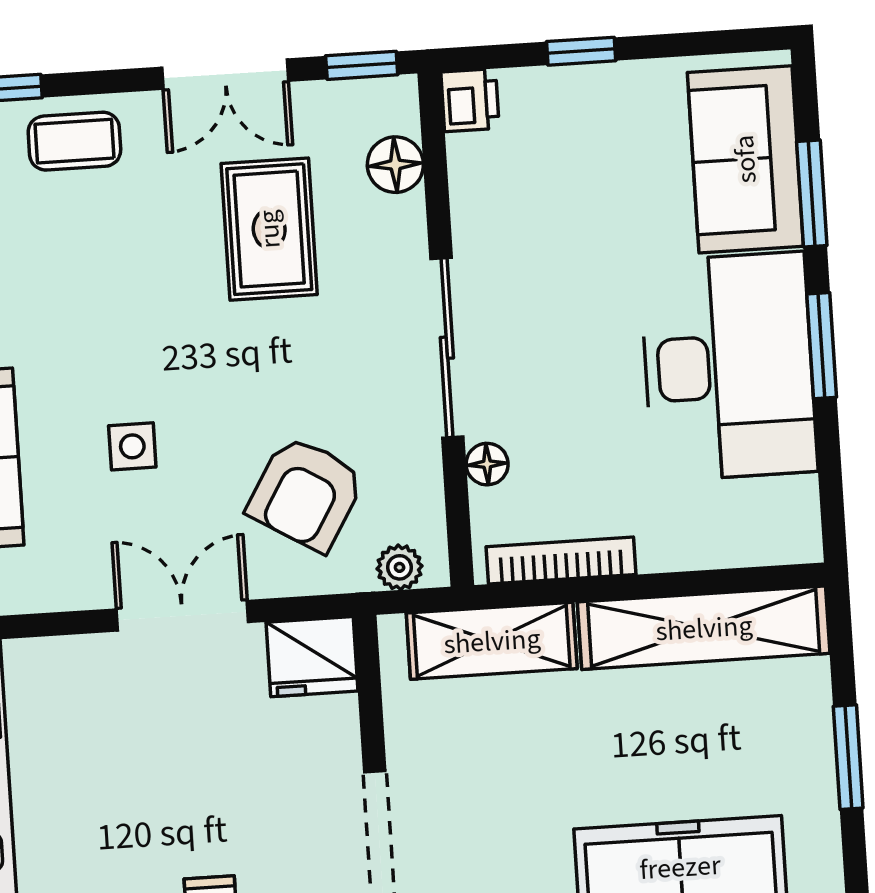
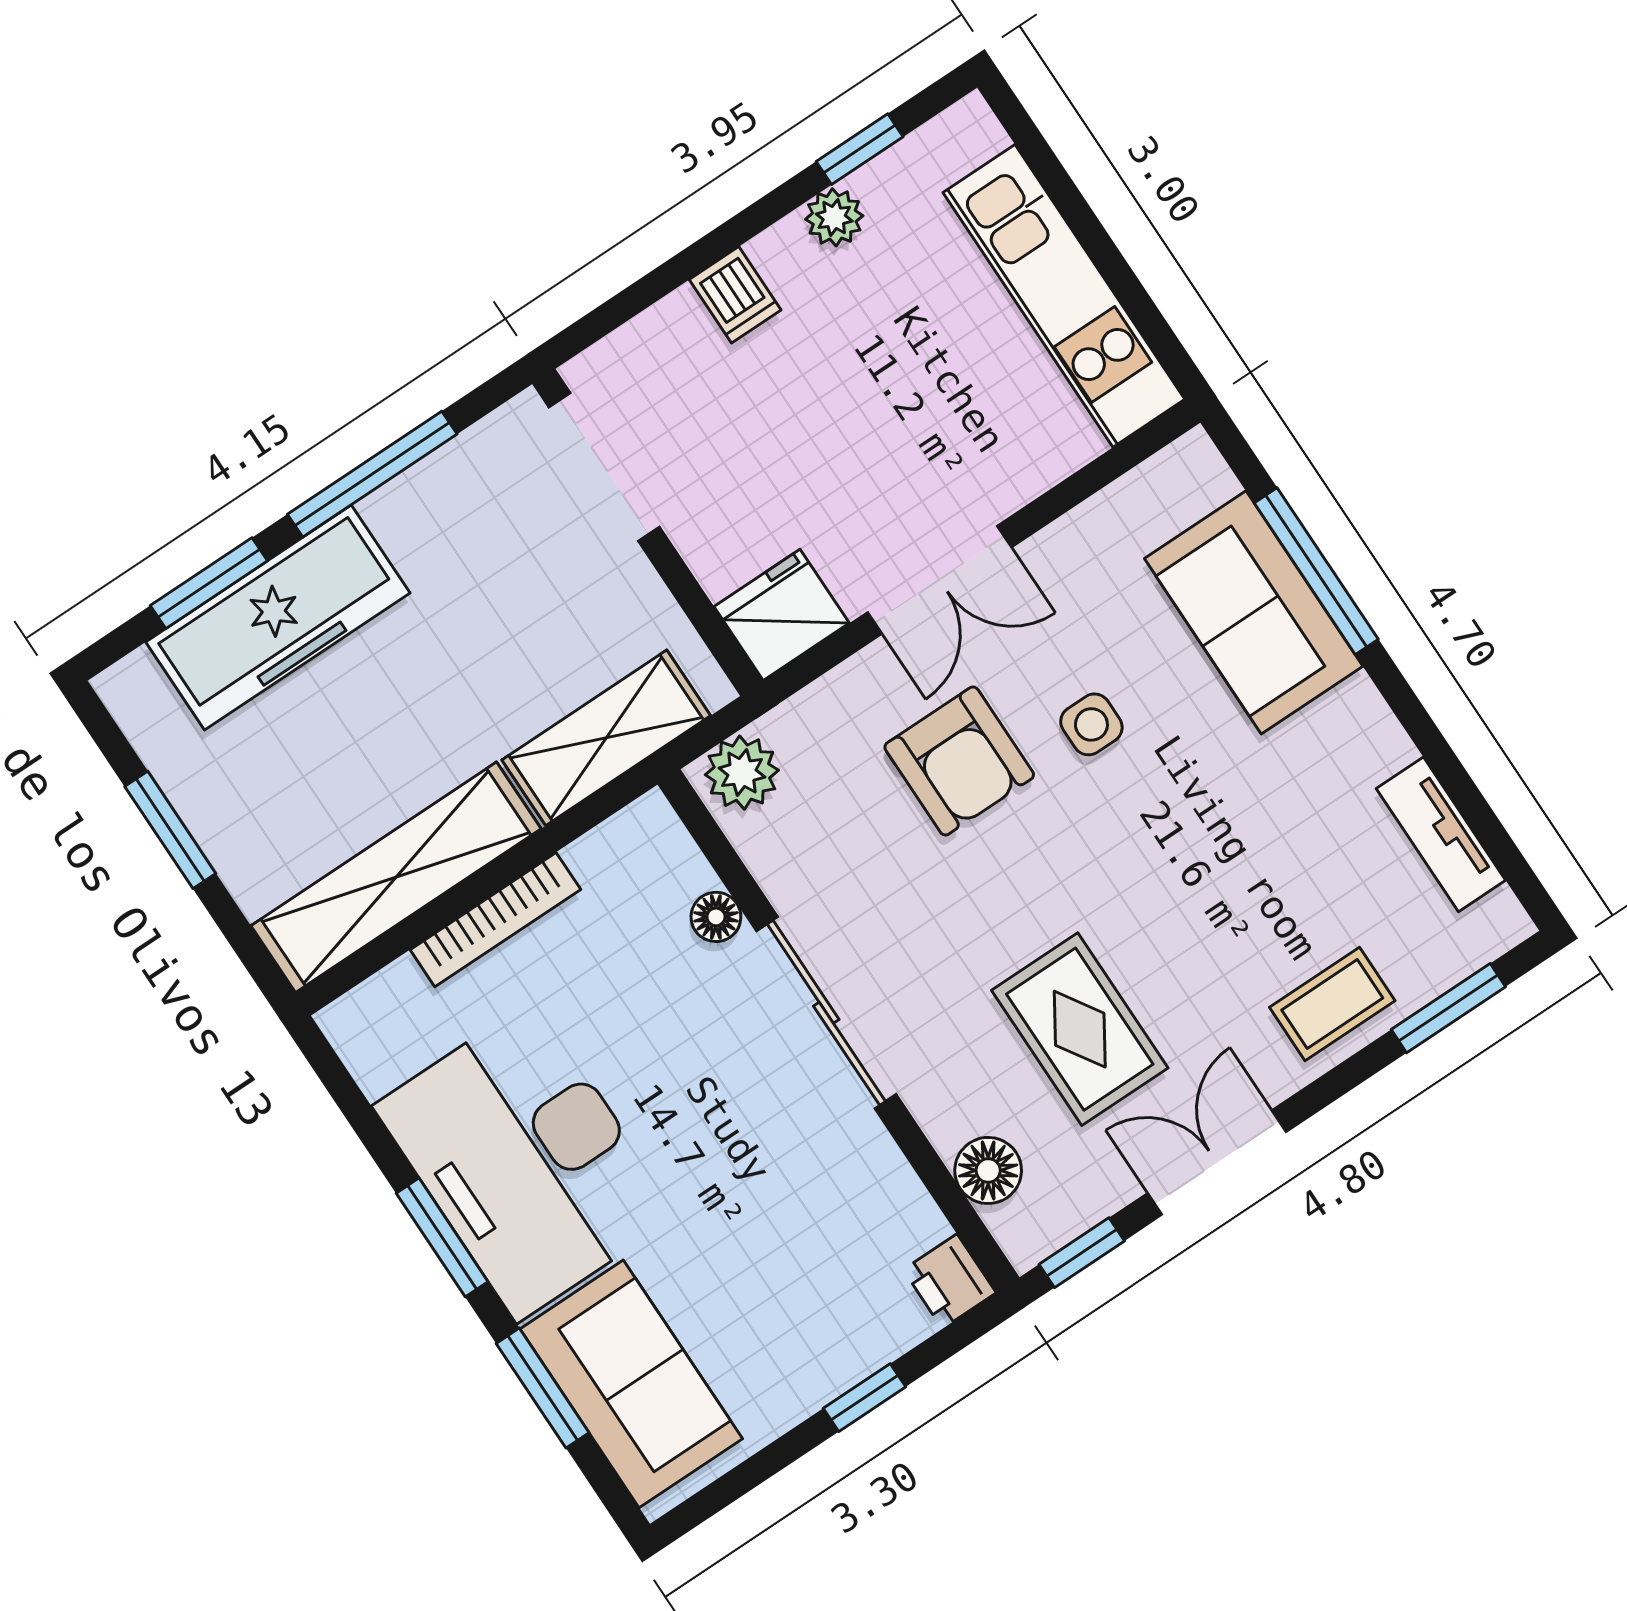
armchair: (306, 493) -> (959, 761), moved, turned 149
bookcase: (561, 561) -> (495, 920), moved
plant: (399, 567) -> (742, 773), width x1.38, depth x1.38

